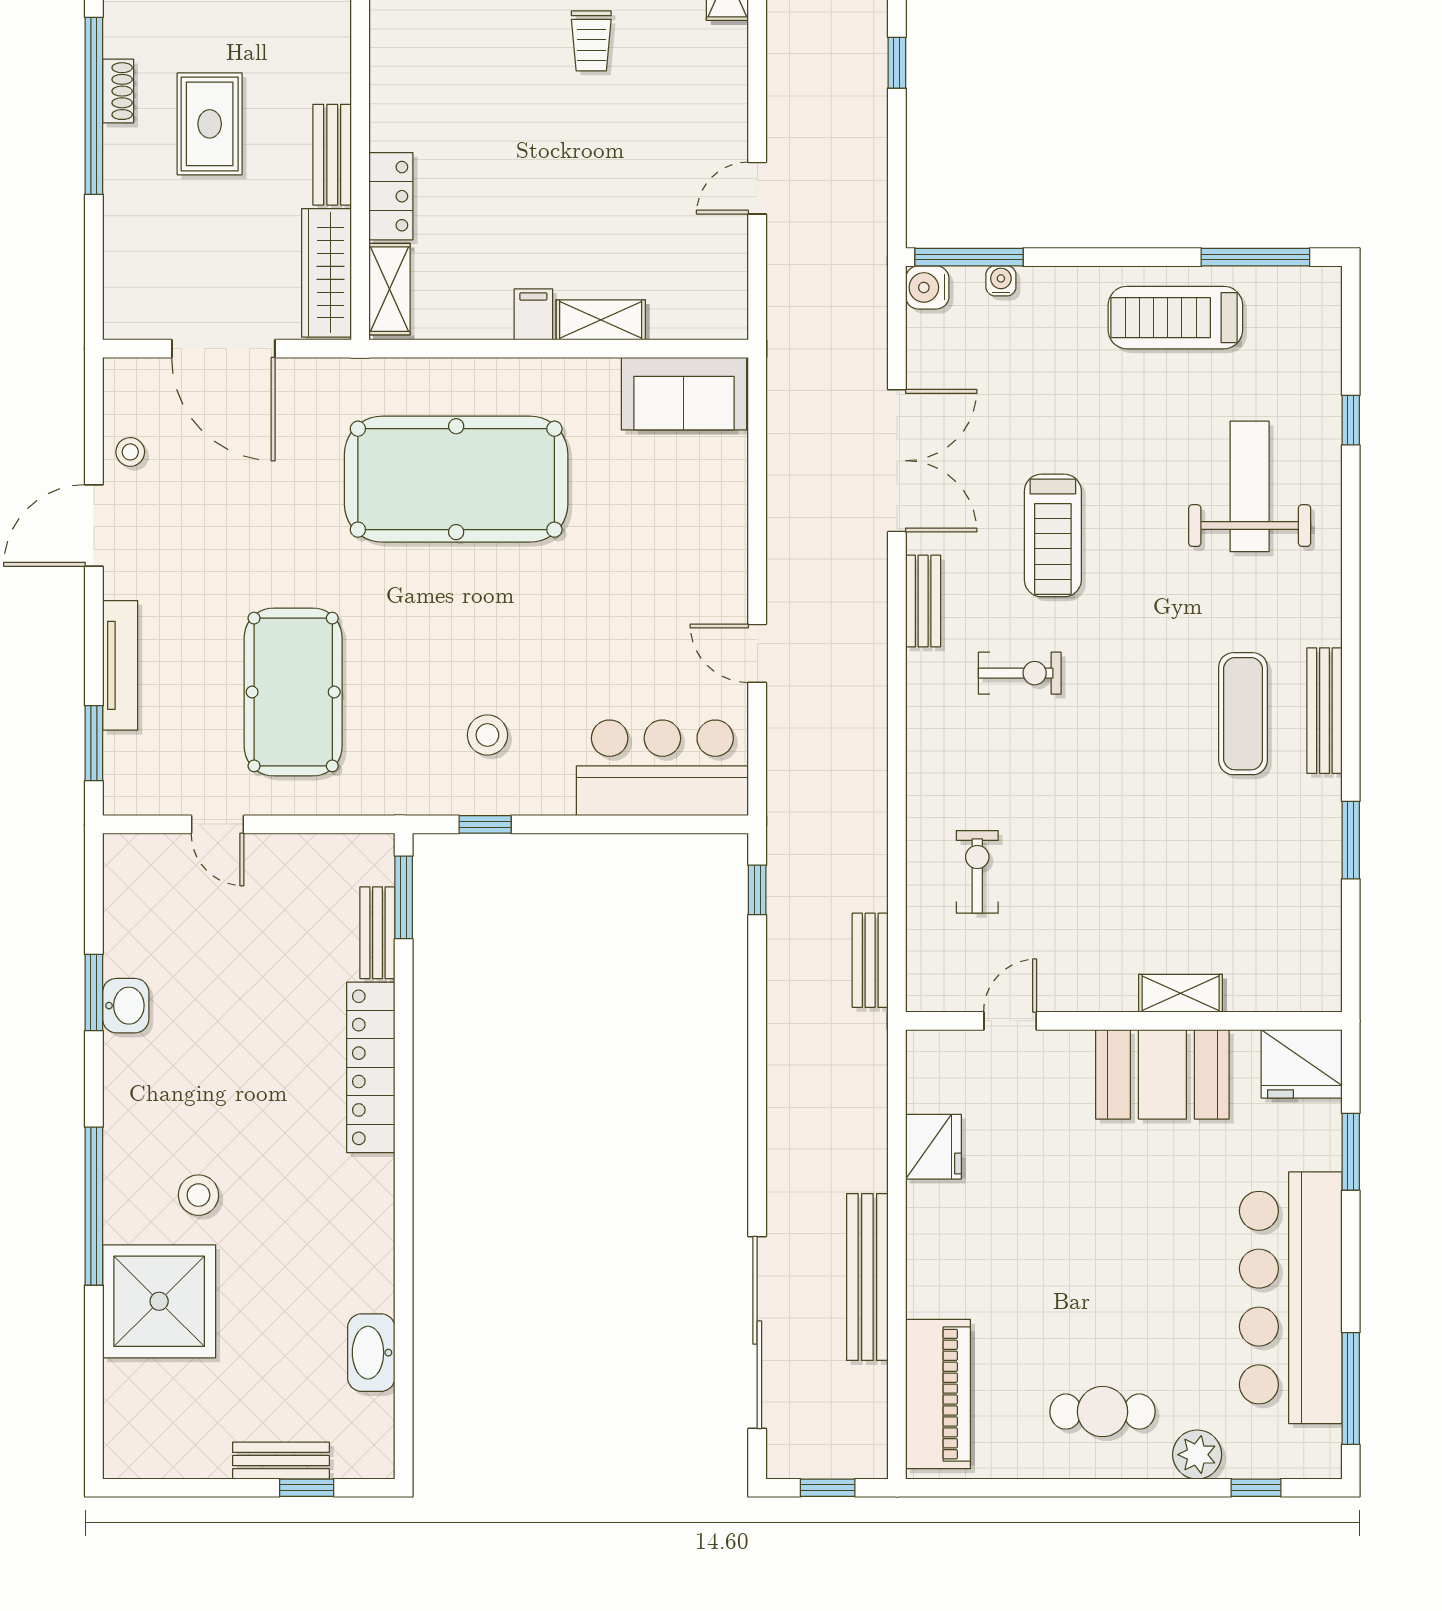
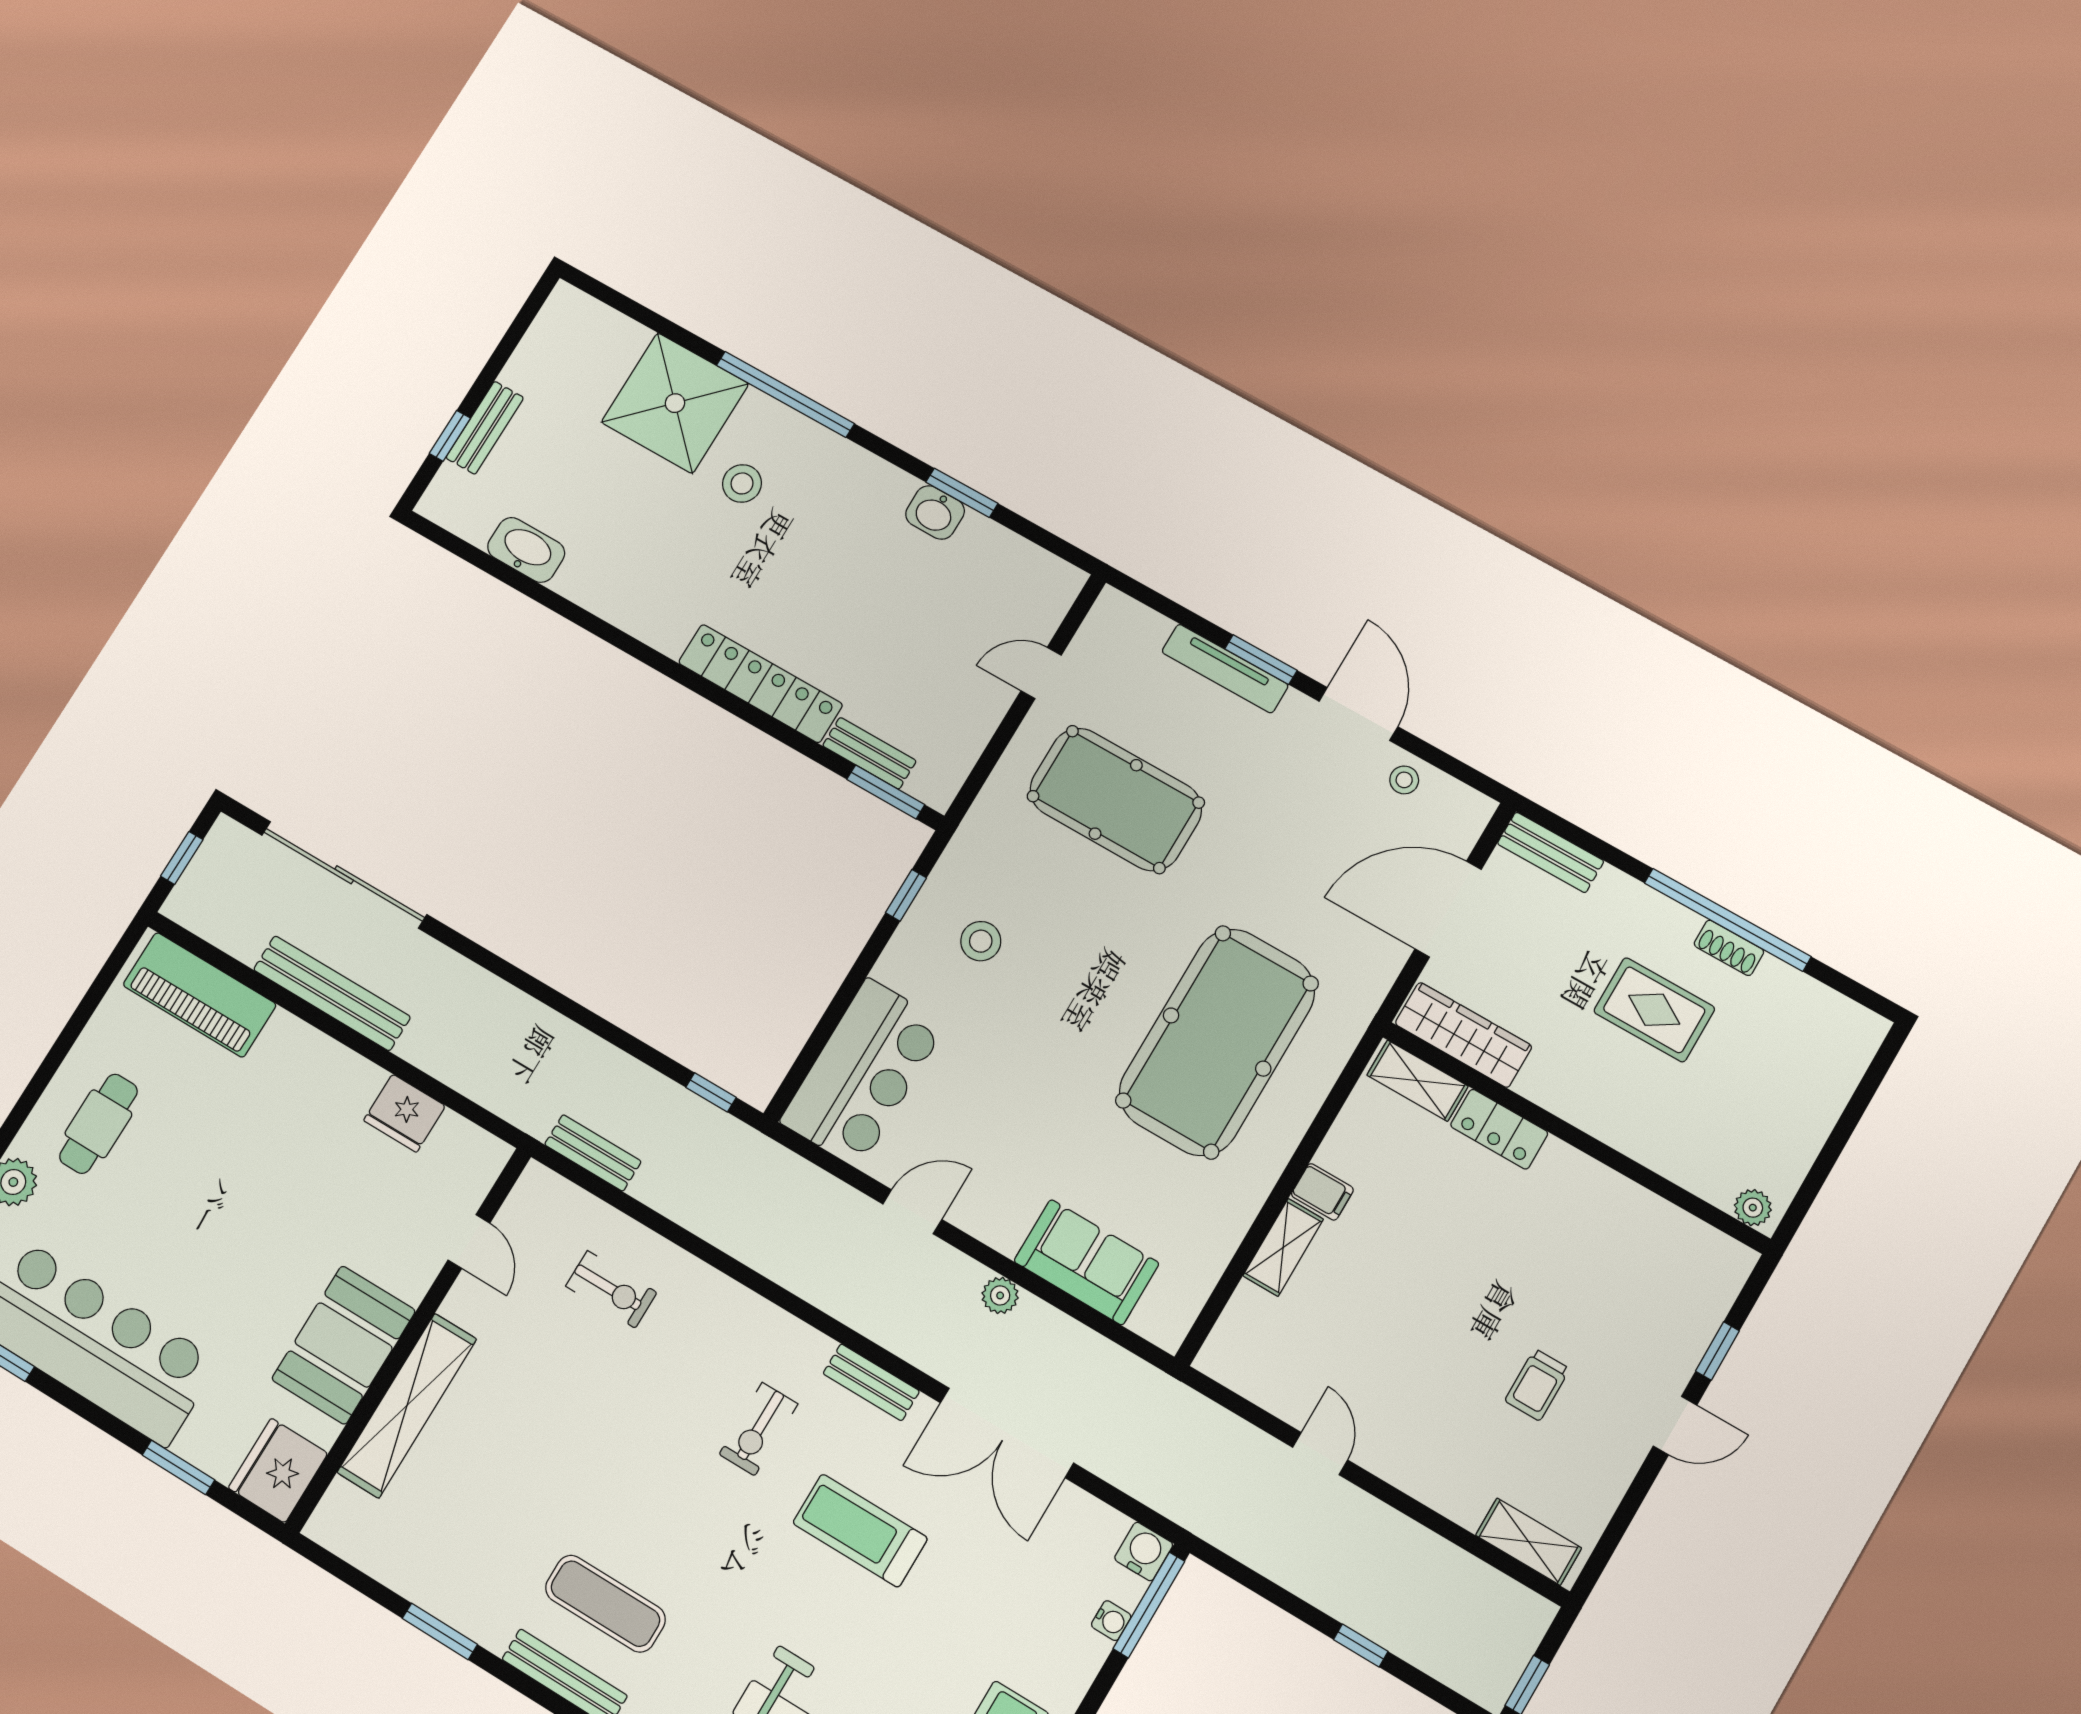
trolley: (591, 41) -> (1537, 1385), turned -90
bench: (332, 155) -> (1551, 852), moved
sofa: (684, 394) -> (1086, 1262), moved, turned 90
plant: (784, 536) -> (1000, 1295), added
window: (94, 743) -> (1261, 660), moved
shelving: (1181, 993) -> (407, 1406), width x2.20, depth x1.33

